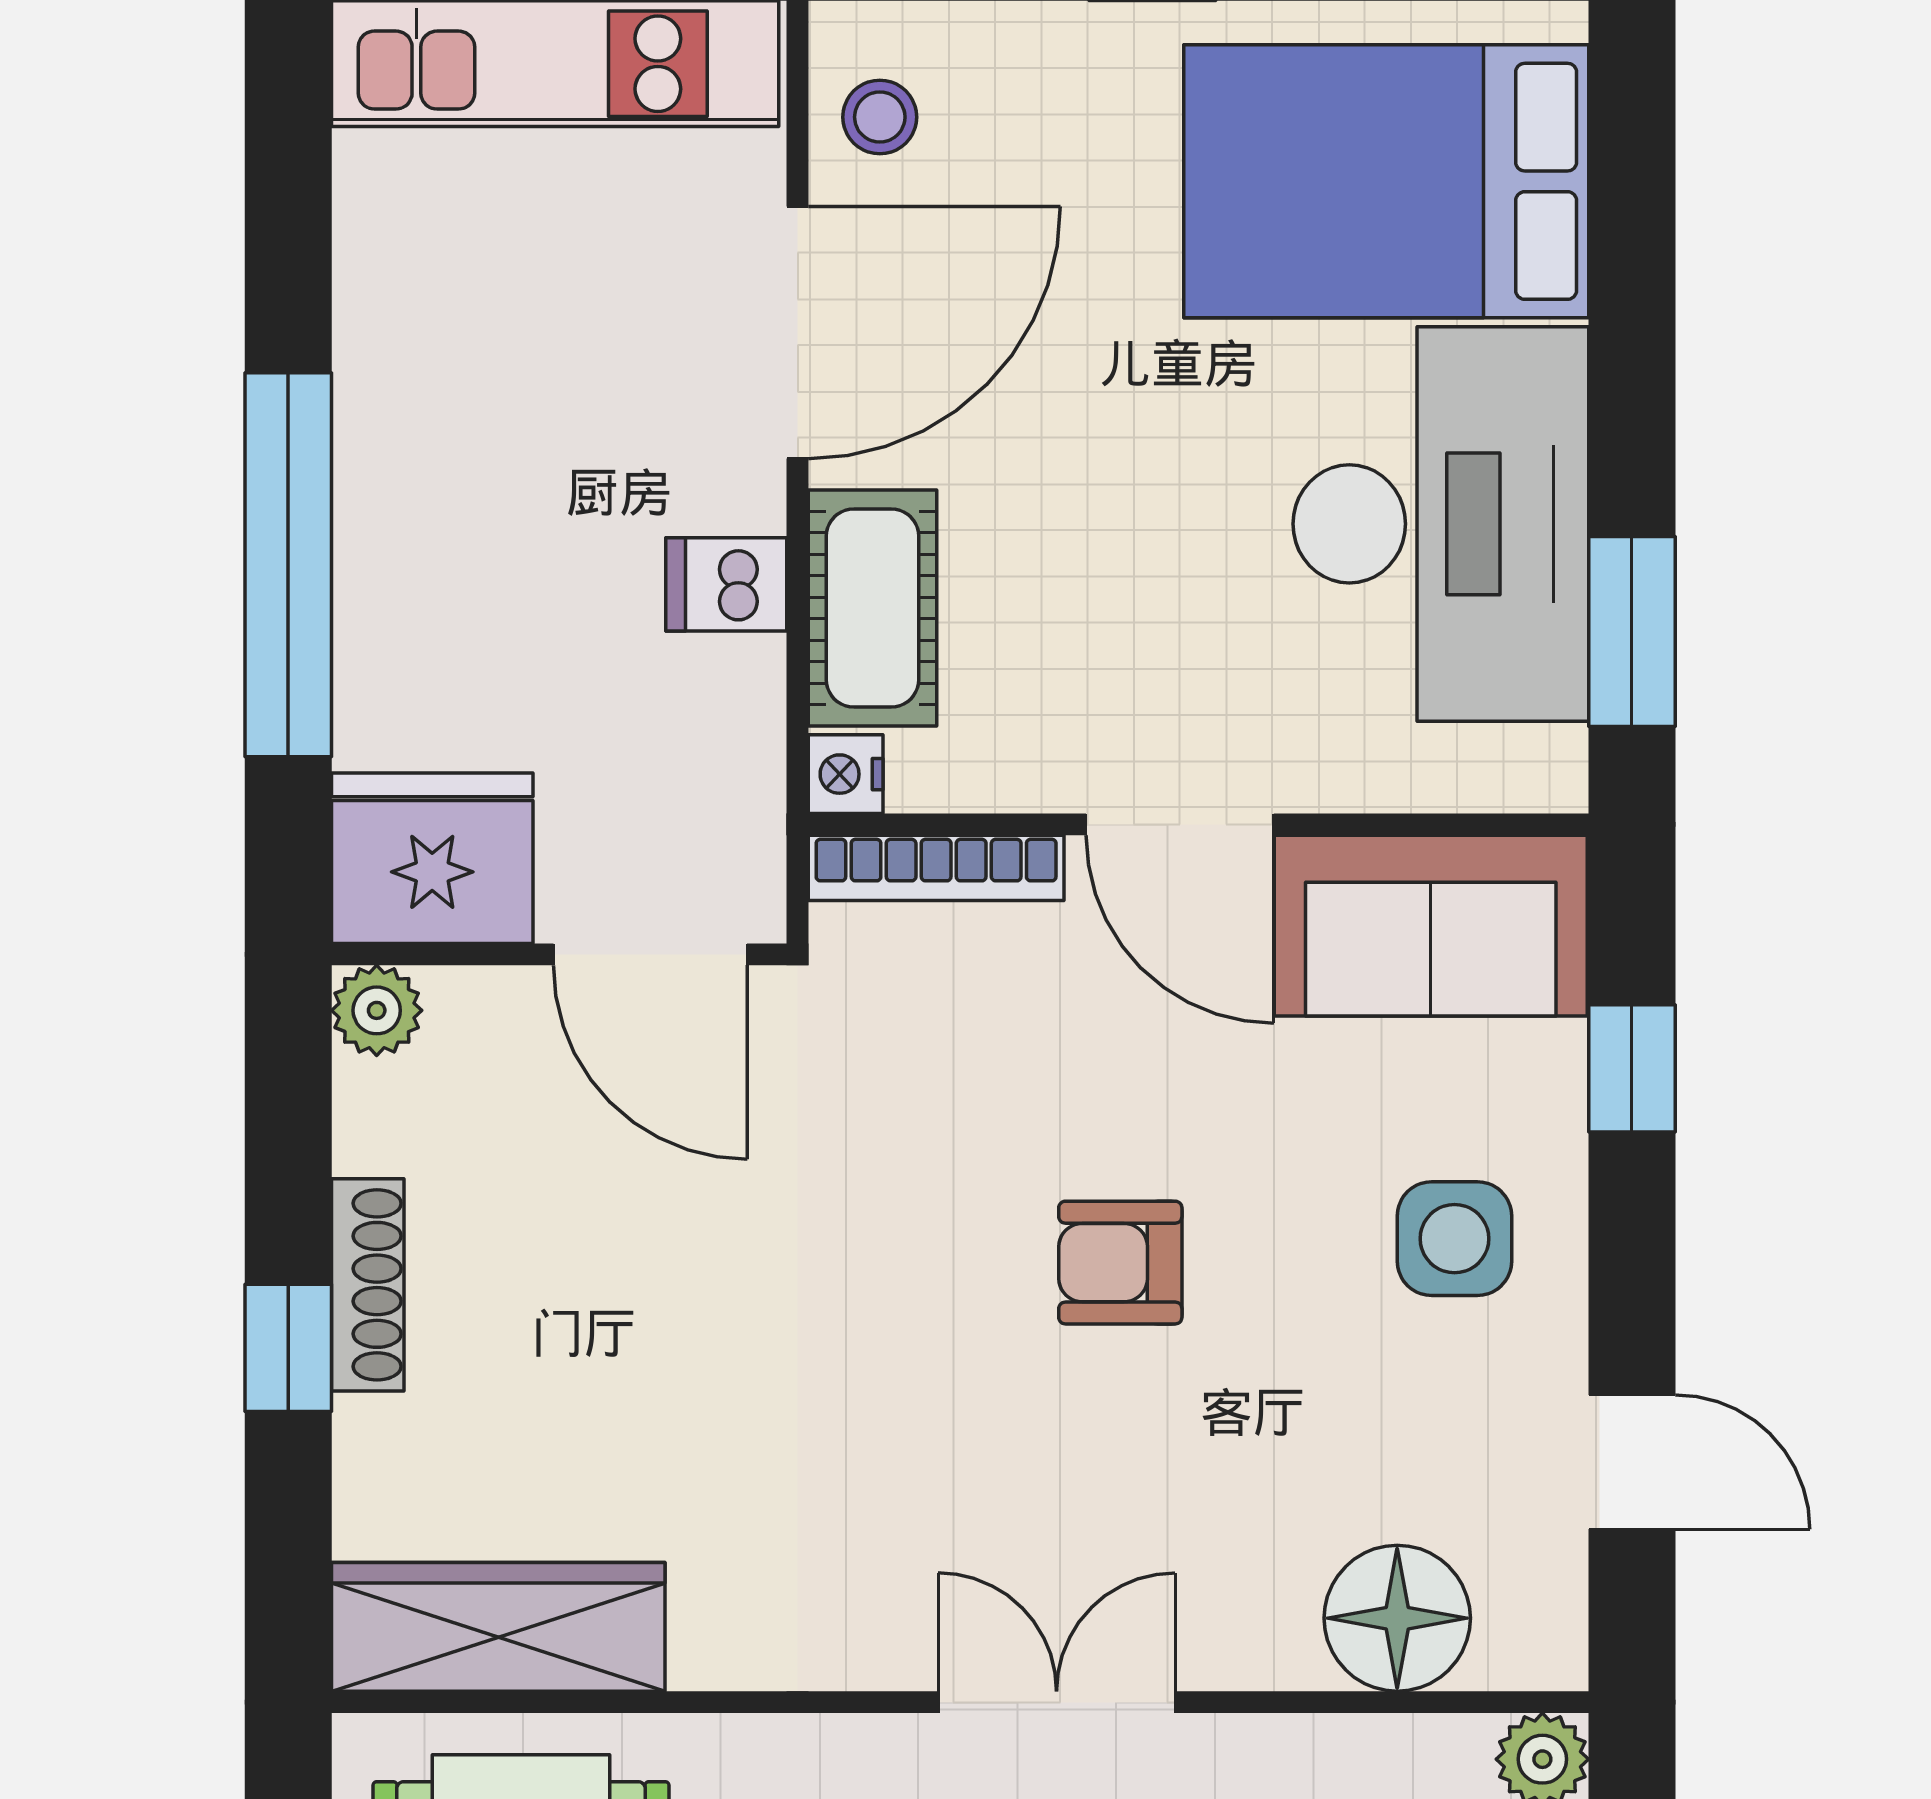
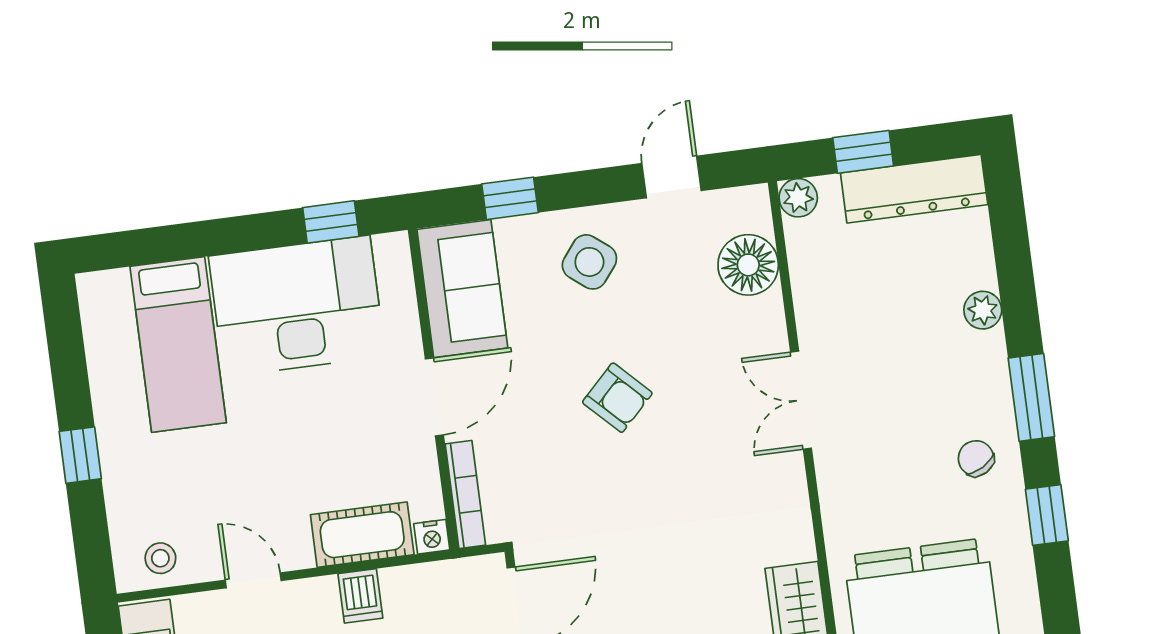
bed: (1386, 181) -> (178, 345), width x0.67
door: (798, 332) -> (253, 580), width x0.53
window: (1632, 632) -> (331, 222), width x0.67
side table: (1454, 1239) -> (589, 262), turned 38
armchair: (1120, 1263) -> (617, 398), turned -45

